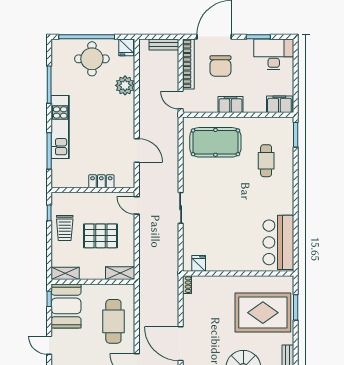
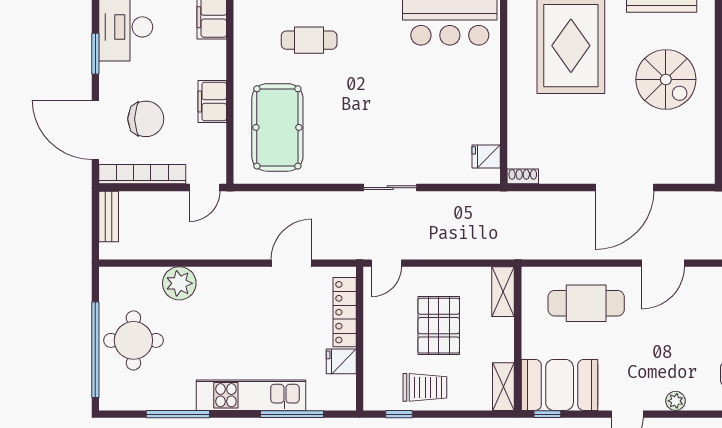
fridge: (126, 47) -> (341, 361), moved, turned 180
locker: (101, 181) -> (345, 312), width x1.53

